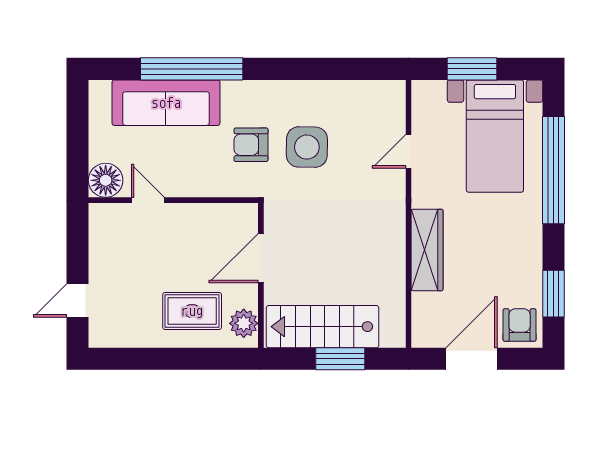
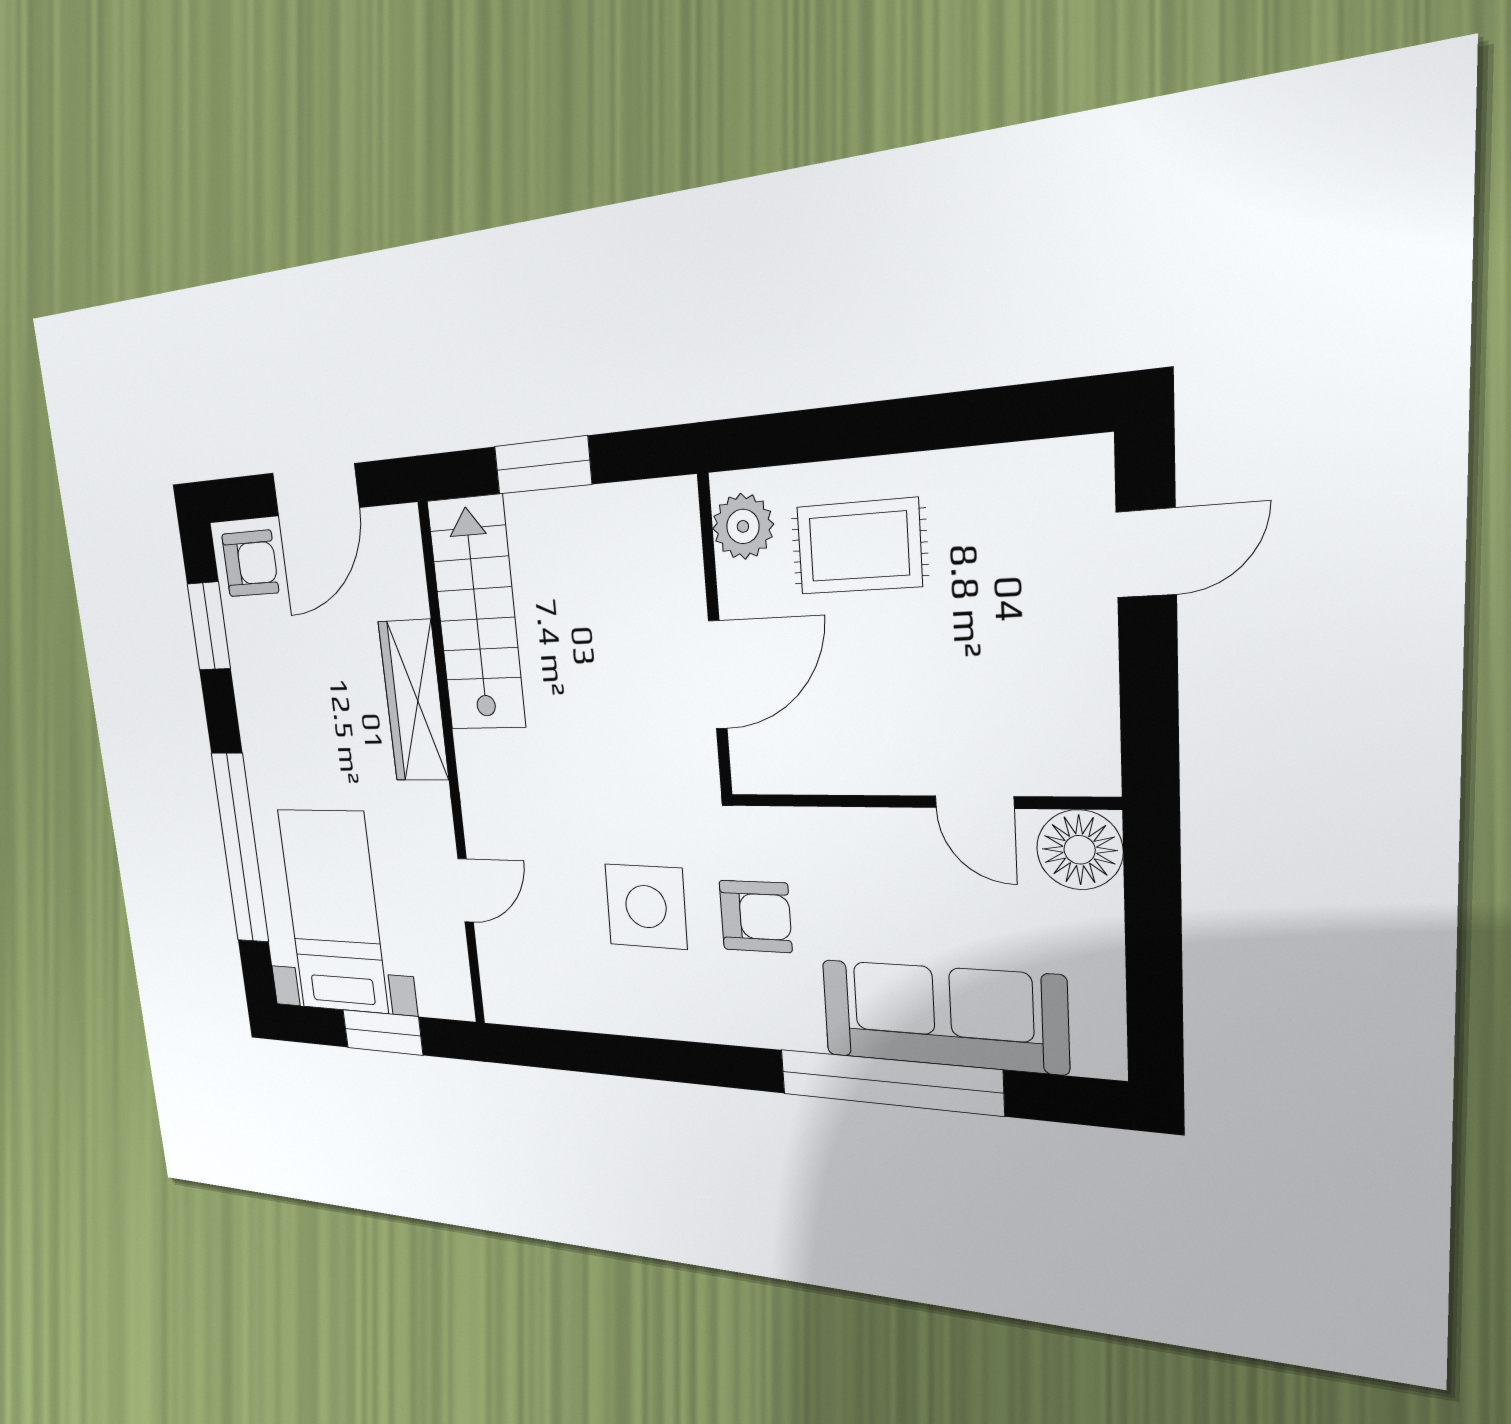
armchair: (520, 325) -> (250, 563), turned -90
stairs: (323, 327) -> (477, 614), moved, turned -90

